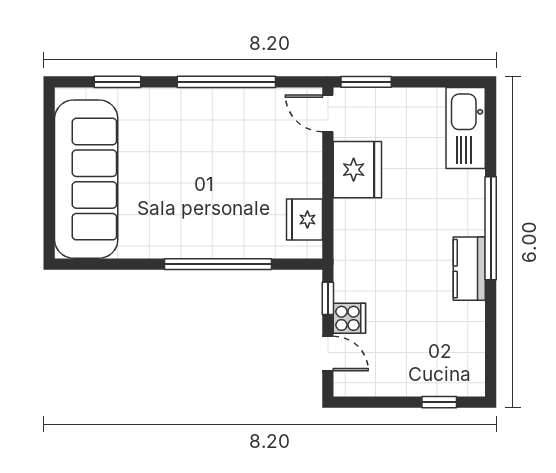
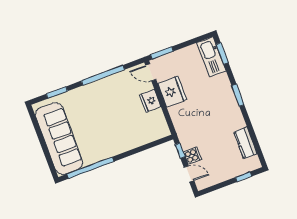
window: (491, 130) -> (222, 53), added
fridge: (305, 219) -> (150, 101), moved
window: (491, 228) -> (238, 95), width x0.47
window: (218, 264) -> (90, 168), moved
kitchen counter: (469, 269) -> (245, 143), moved

